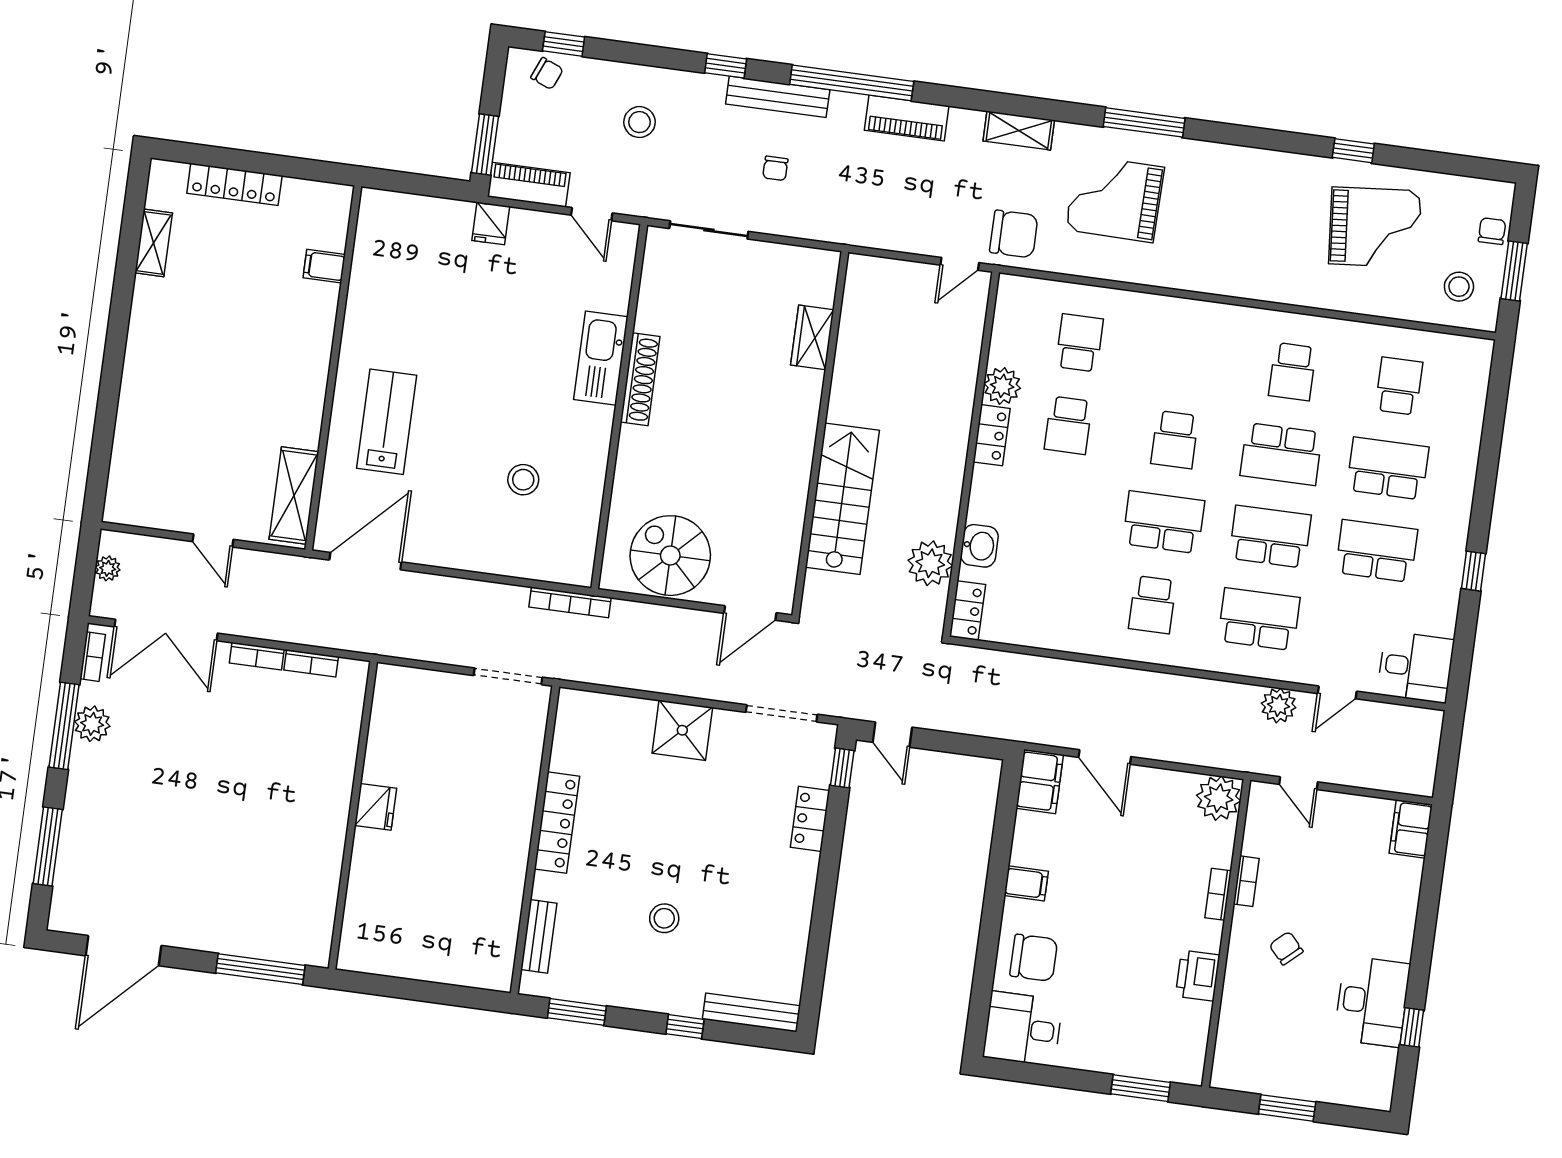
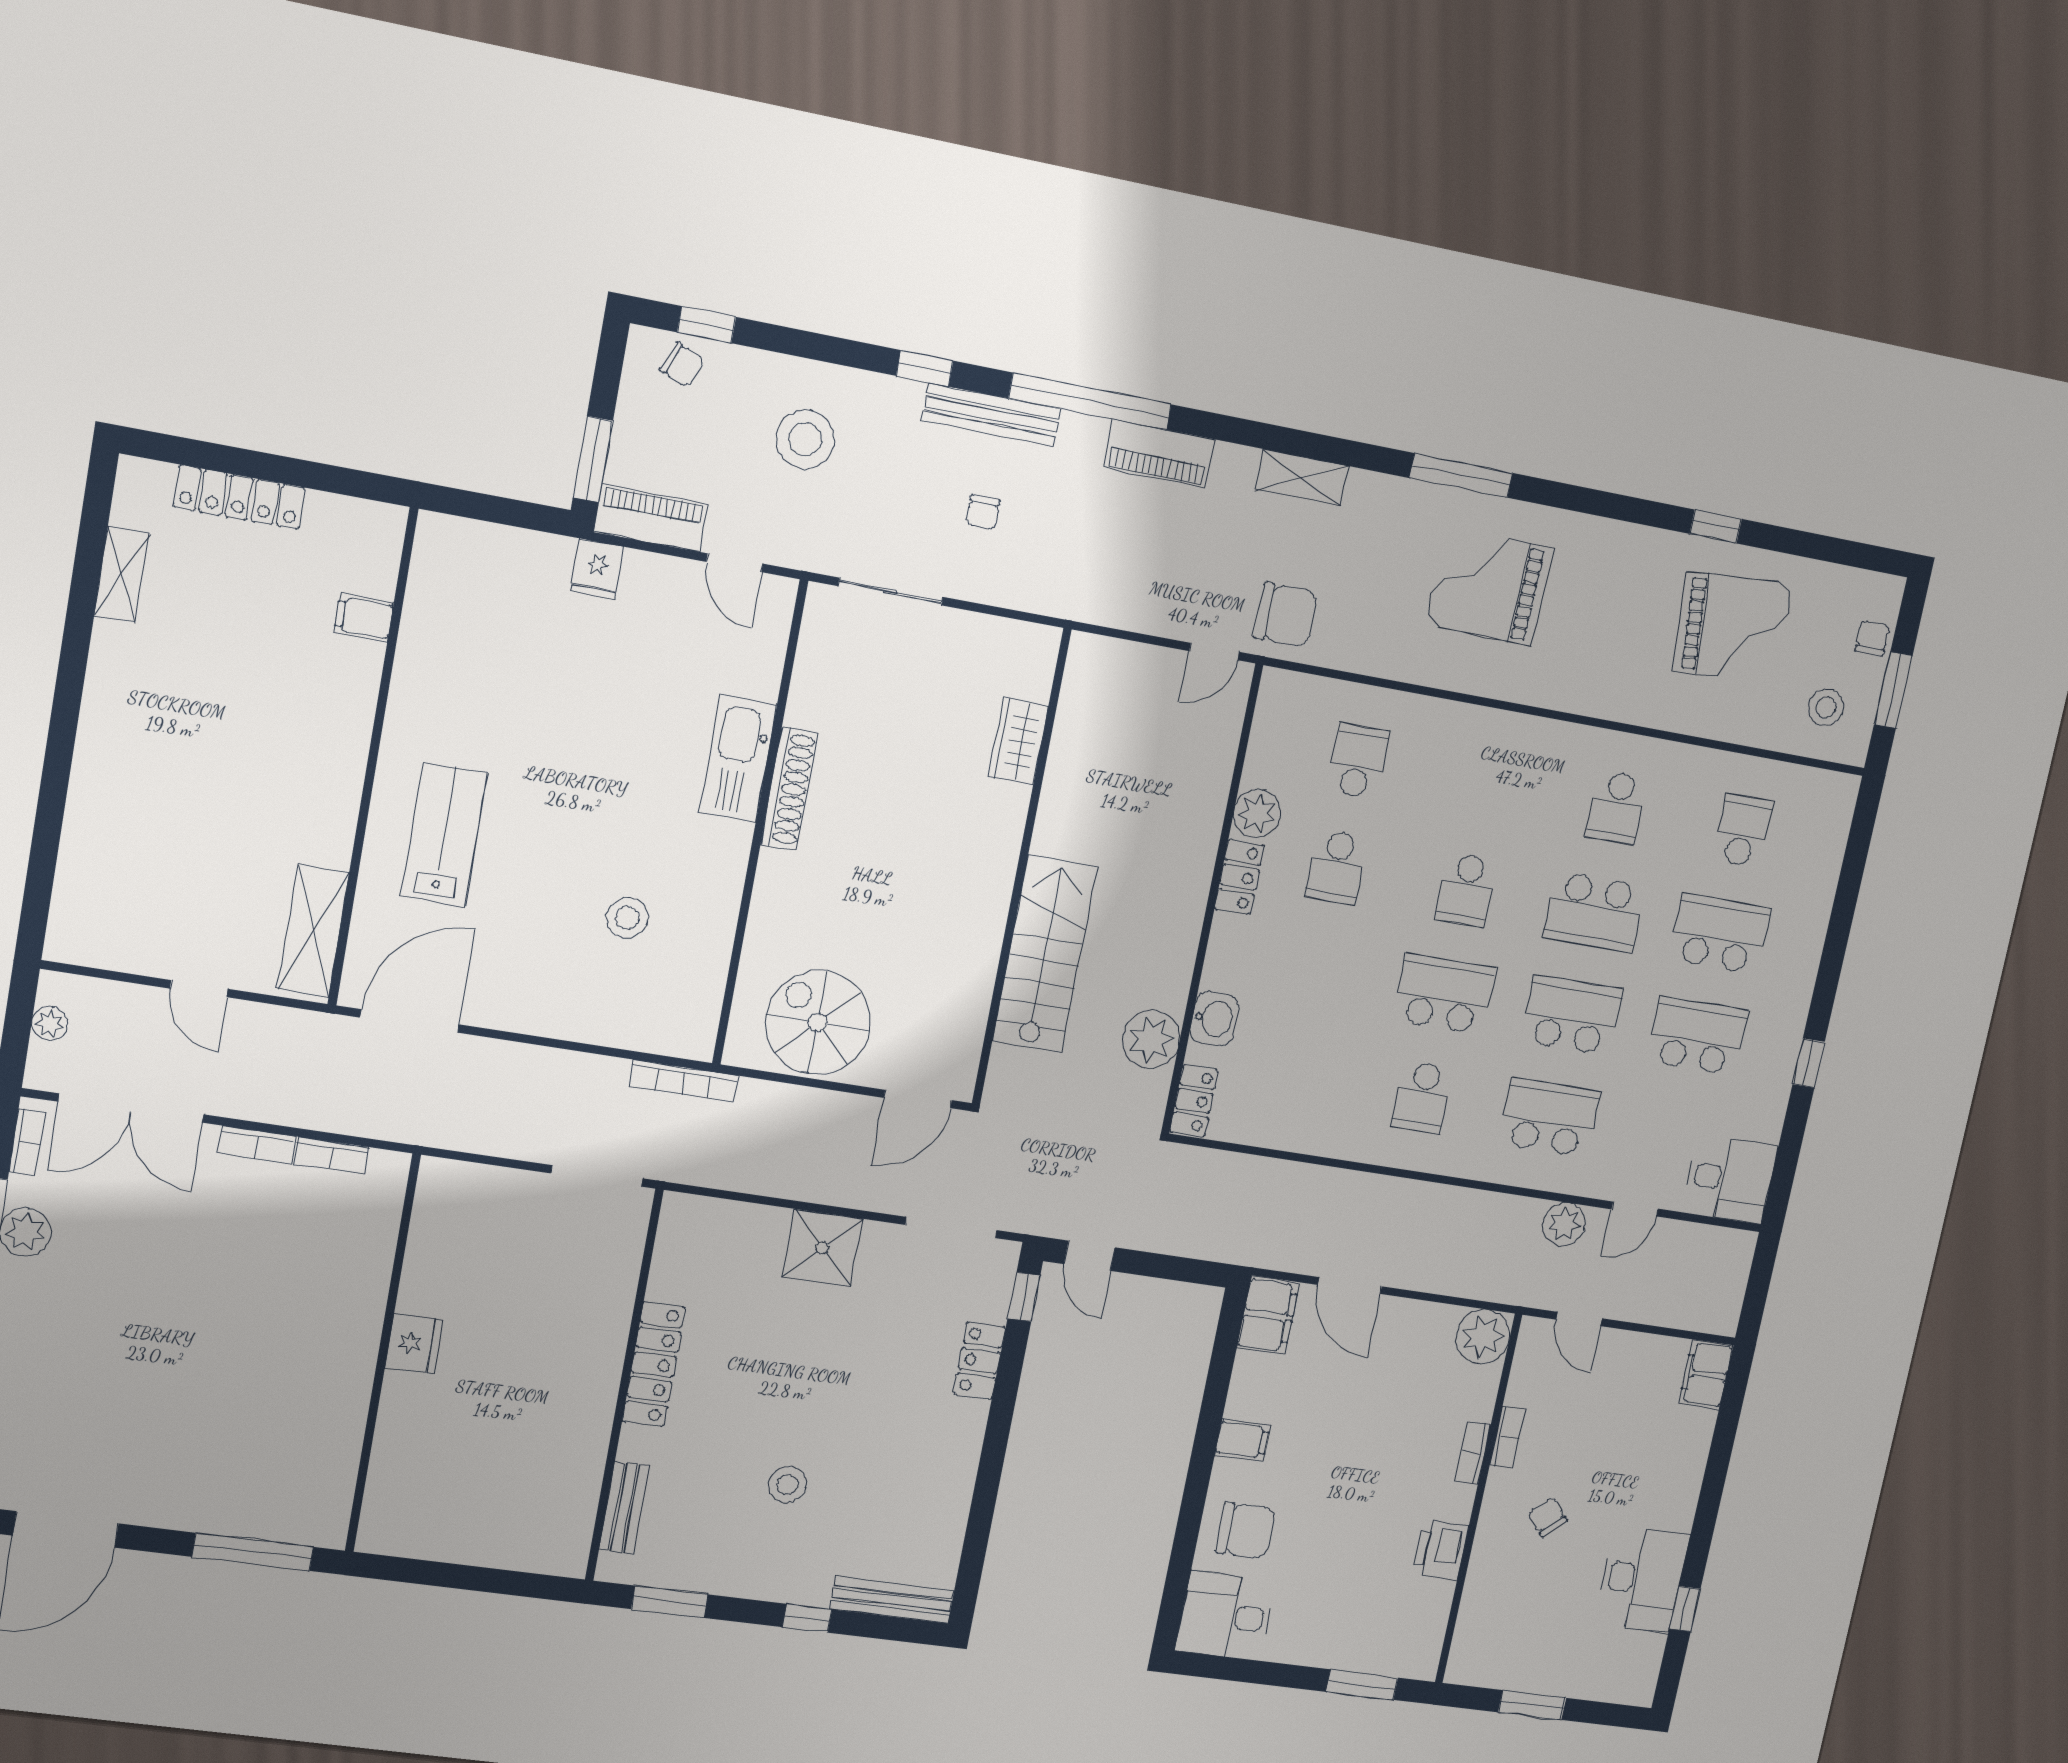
stool: (639, 122) -> (805, 439), width x1.38, depth x1.38
grand piano: (1115, 198) -> (1489, 586), moved

